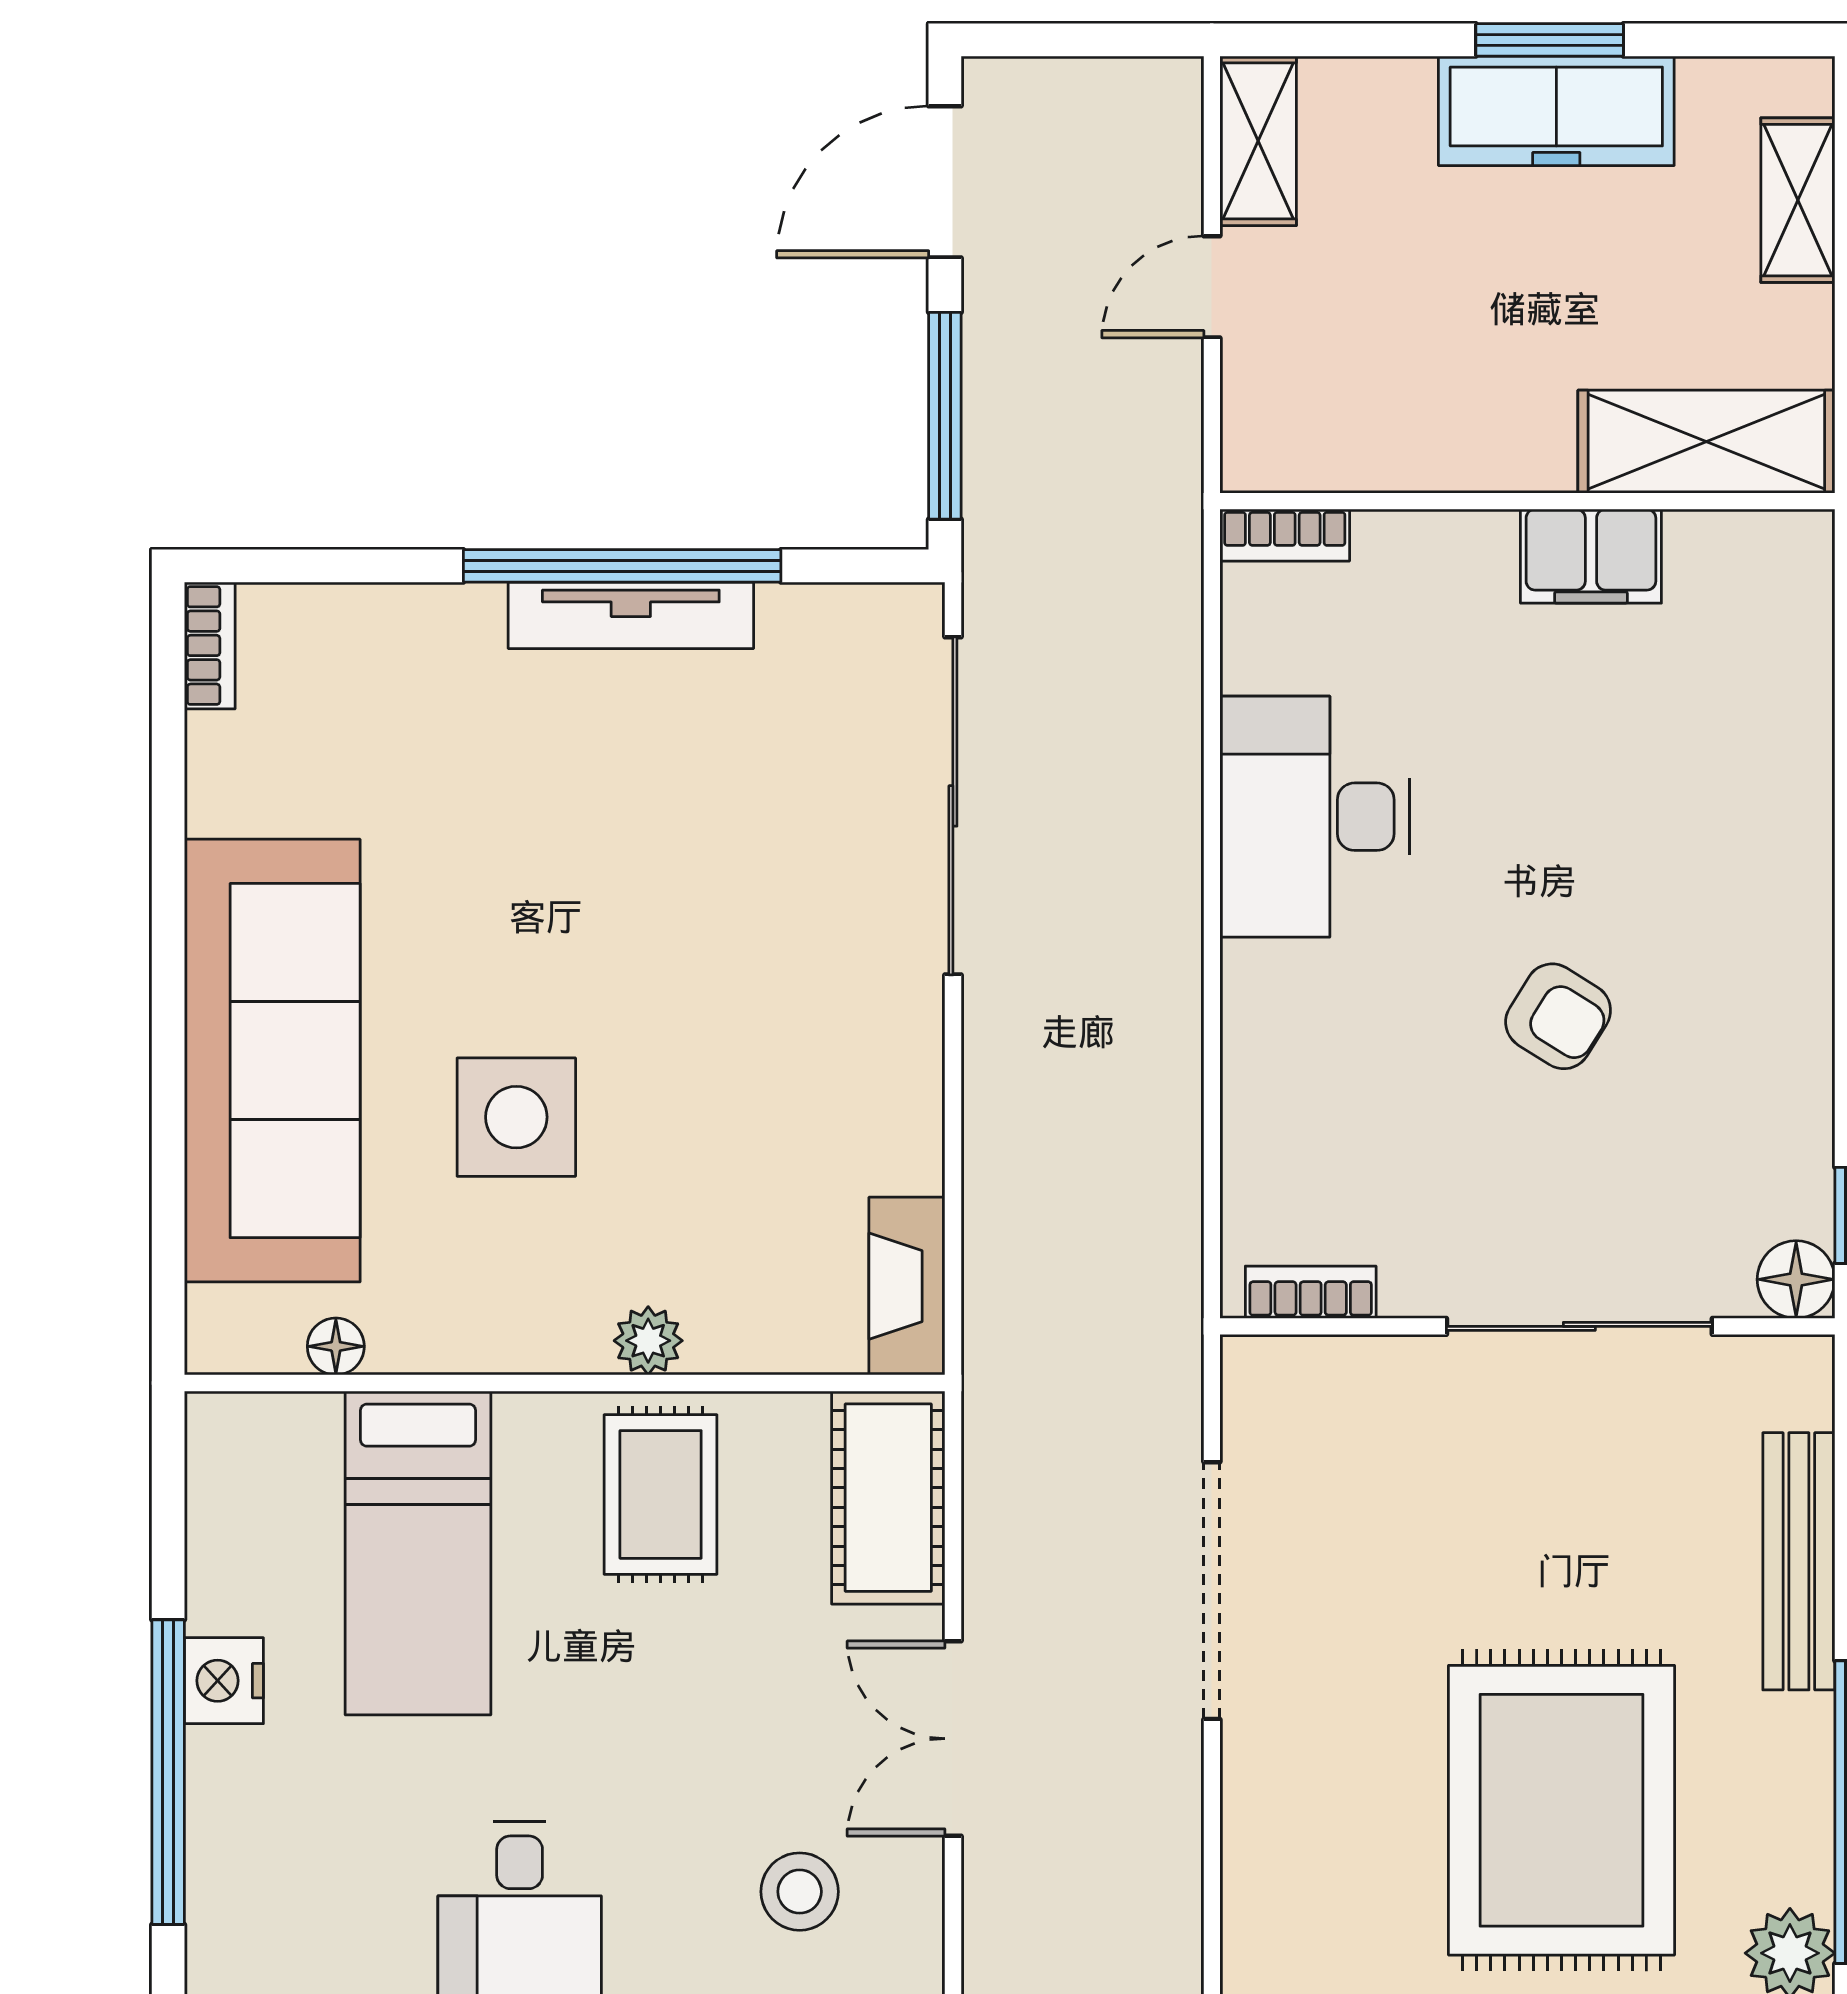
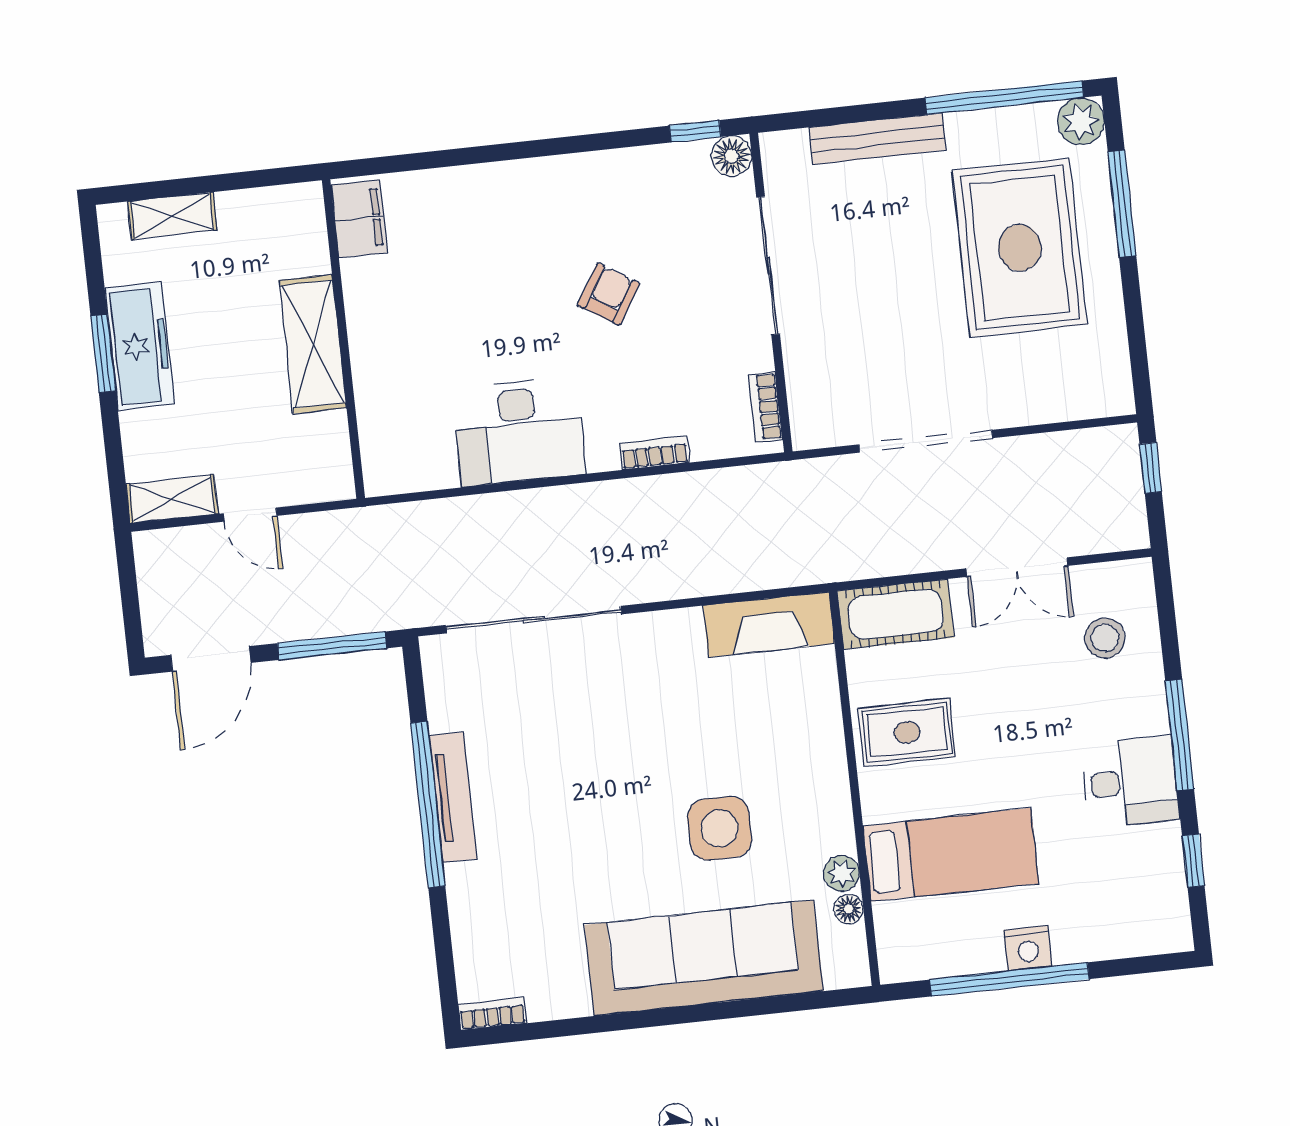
door: (945, 182) -> (211, 659), hinge flipped
shelving: (1706, 442) -> (313, 344), moved
bookcase: (1285, 535) -> (654, 453), moved, turned -90
filing cabinet: (1591, 556) -> (359, 219), moved
fireplace: (907, 1286) -> (769, 625), width x1.37, depth x1.32
plant: (648, 1341) -> (842, 873), moved
window: (168, 1772) -> (1009, 979), moved
rug: (1562, 1810) -> (1020, 248), turned 90

